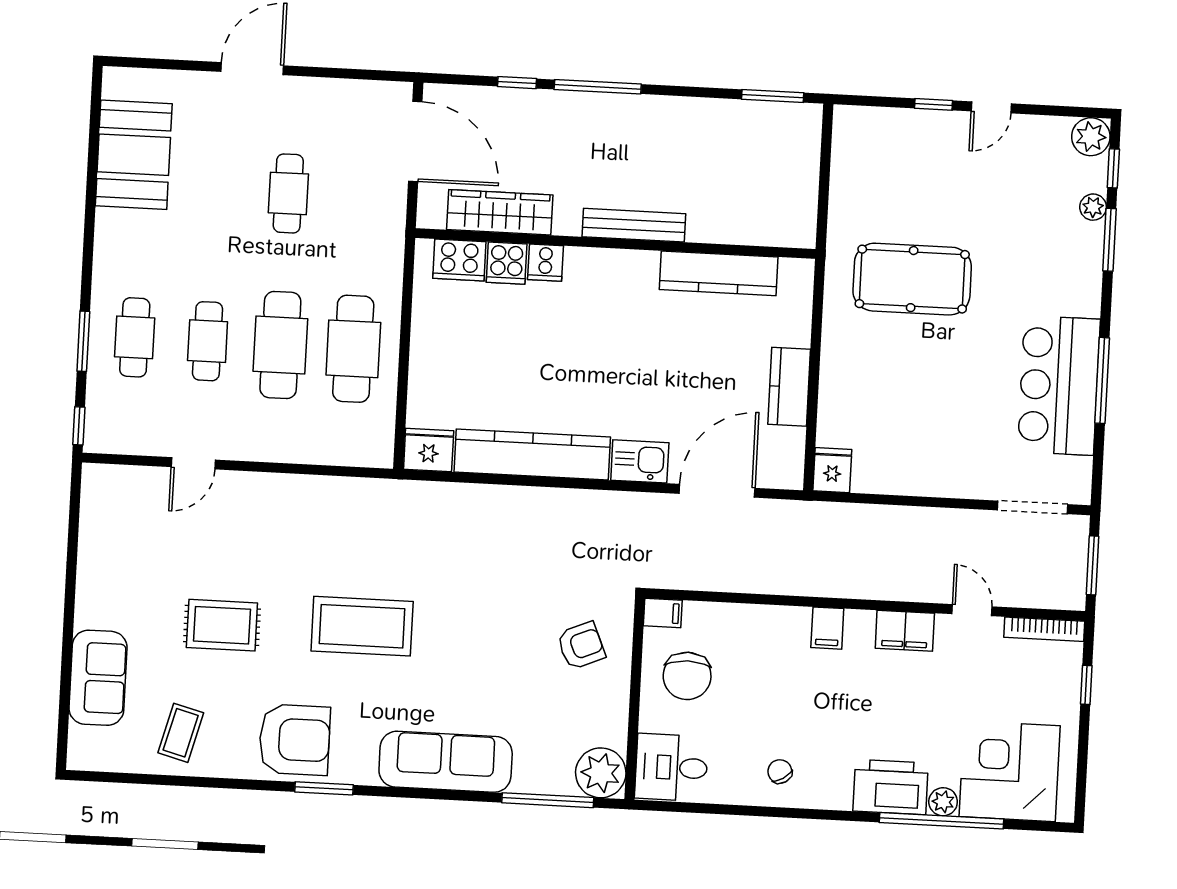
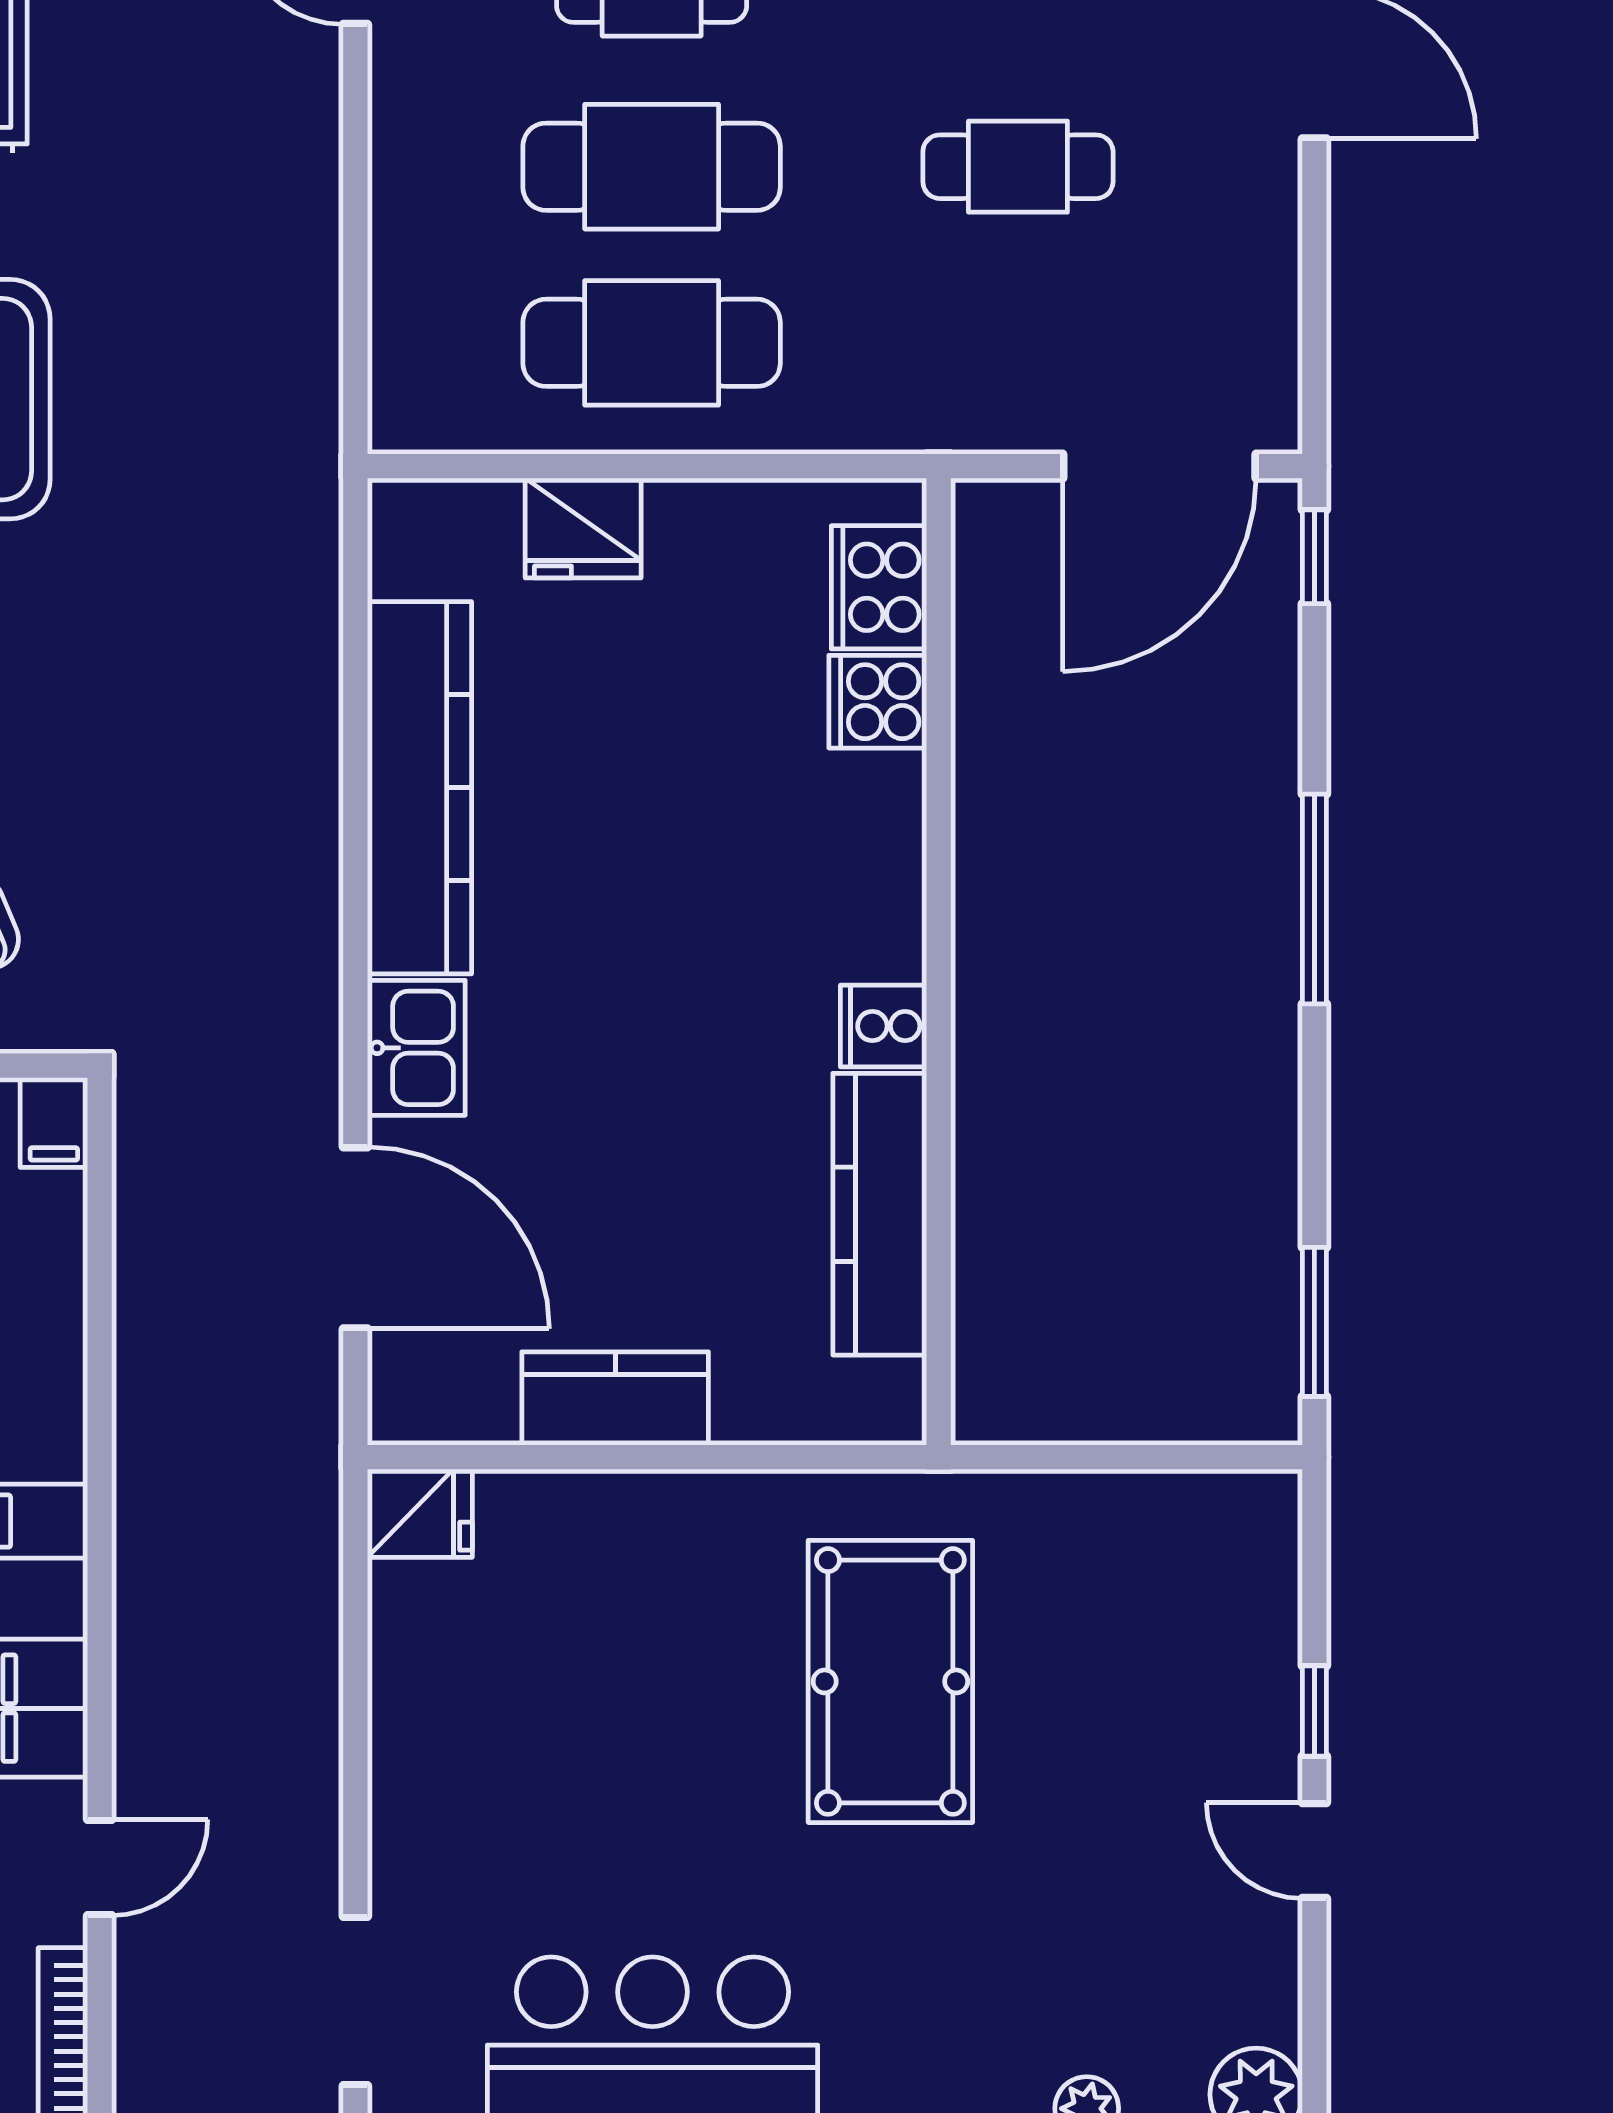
window: (517, 83) -> (1314, 557), moved
wardrobe: (500, 212) -> (999, 679), removed
bench: (634, 225) -> (985, 1004), removed
cooker: (545, 263) -> (884, 1026), moved
fridge: (429, 450) -> (583, 528), moved, turned 90

